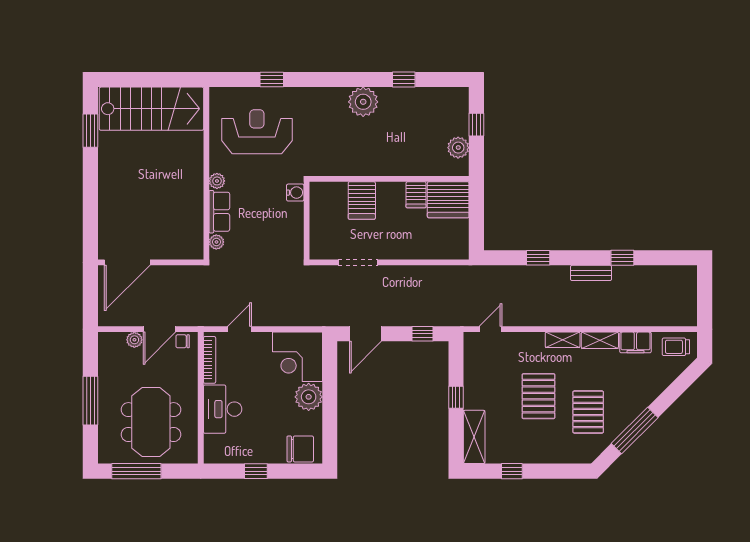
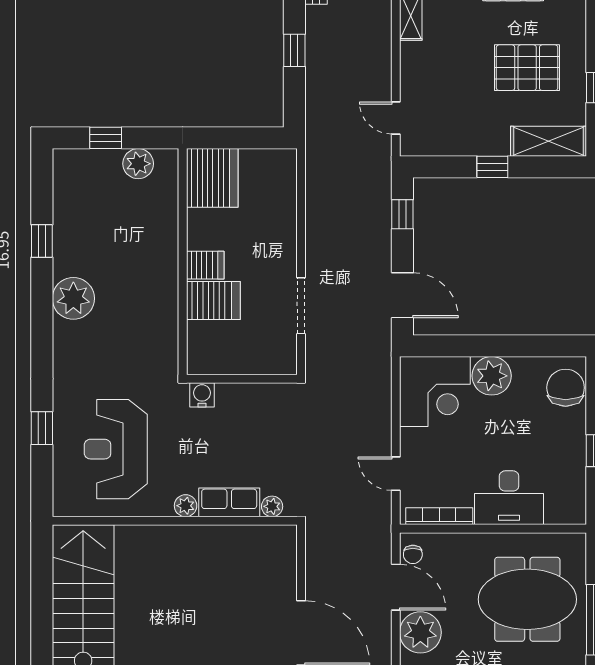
server rack: (416, 195) -> (205, 265), moved
plant: (134, 340) -> (420, 632), width x1.87, depth x1.87
pallet: (538, 396) -> (527, 68), moved

